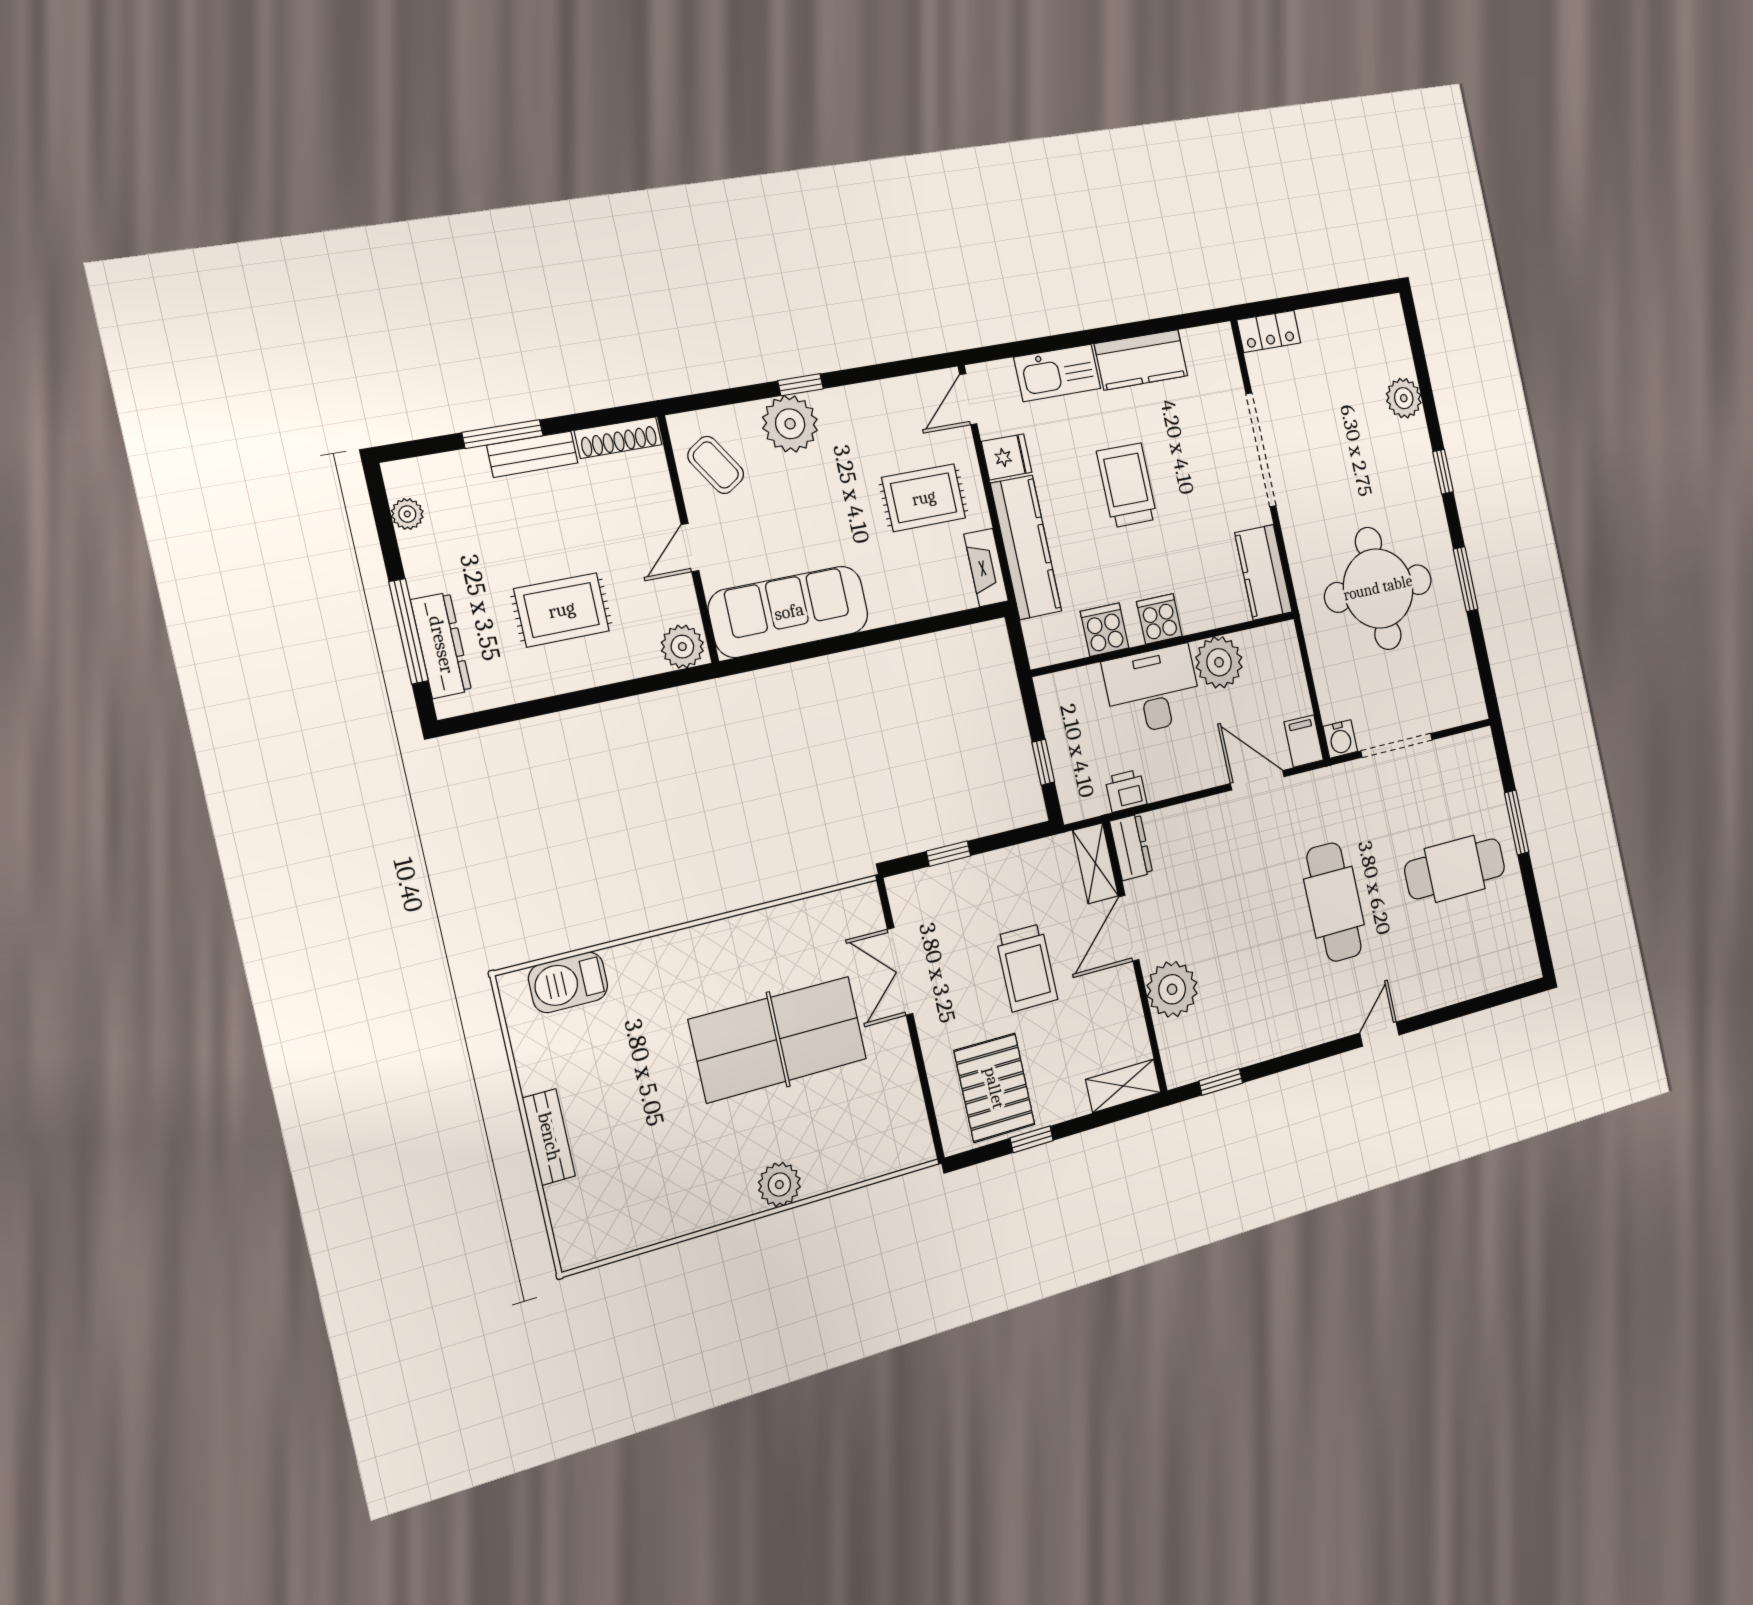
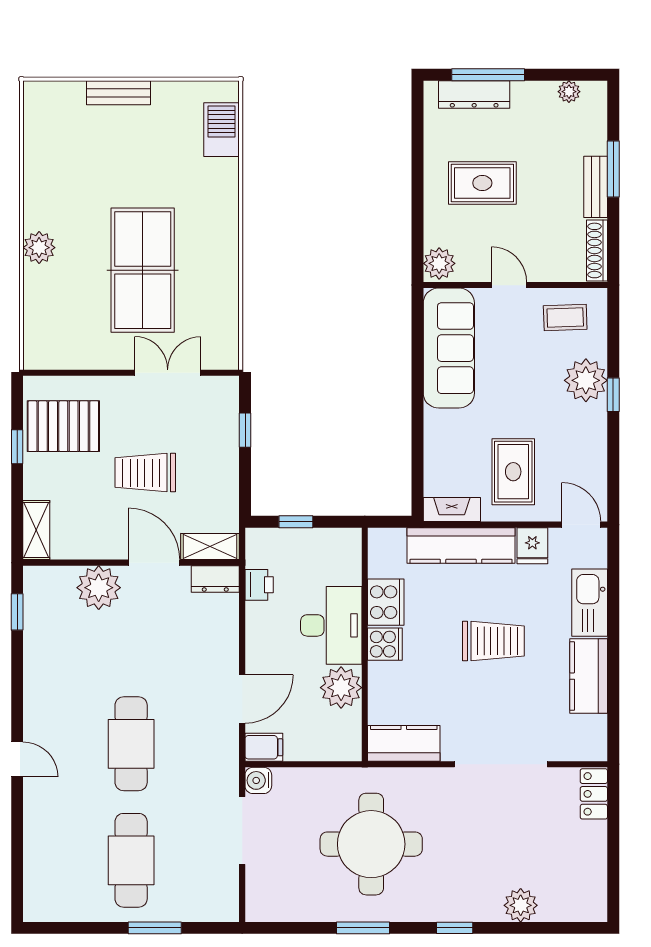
coffee table: (716, 465) -> (565, 317), turned 31
rug: (562, 610) -> (482, 183), turned 90
cooker: (1105, 630) -> (386, 602), width x1.36
cafe table: (1334, 902) -> (131, 744), turned 90

